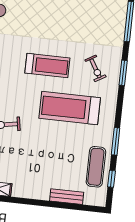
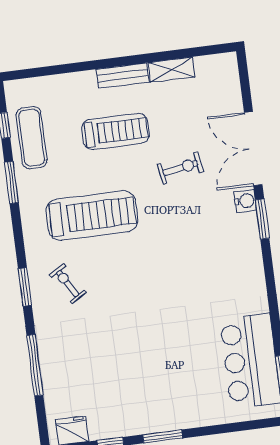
treadmill: (47, 66) -> (115, 131), moved, turned 180
bench: (67, 197) -> (122, 75), moved

